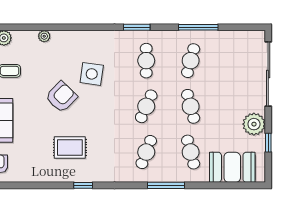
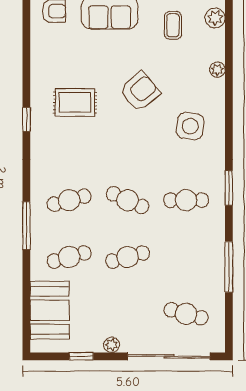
cafe table: (191, 61) -> (186, 314), moved
side table: (92, 74) -> (190, 126), moved
armchair: (61, 97) -> (140, 92), turned -84
plant: (254, 124) -> (112, 345), width x0.53, depth x0.53
rug: (70, 147) -> (75, 102), turned 90
cafe table: (146, 152) -> (69, 200), turned -36

